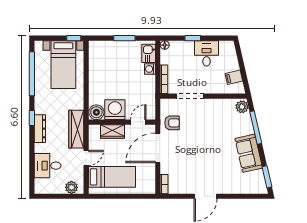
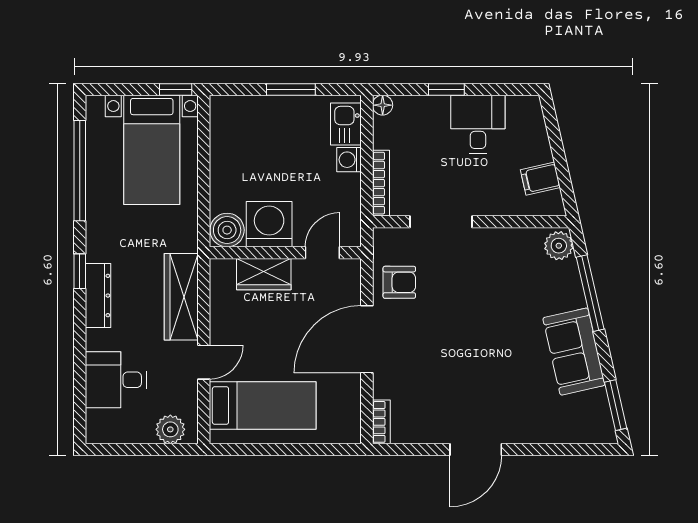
washing machine: (115, 110) -> (269, 224), moved
boiler: (96, 112) -> (227, 230), moved
wall: (122, 122) -> (285, 253), moved
door: (138, 122) -> (322, 253), moved
wardrobe: (113, 132) -> (264, 274), moved

